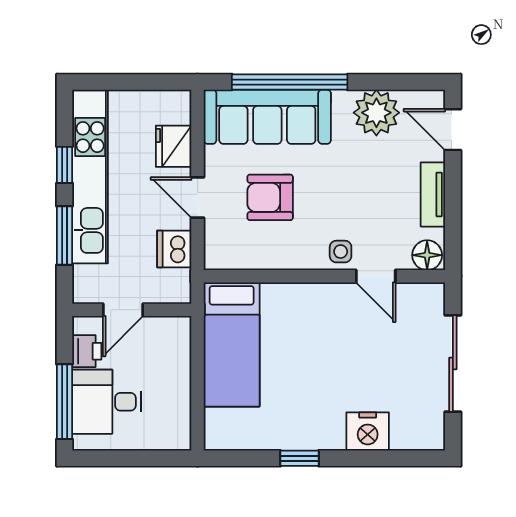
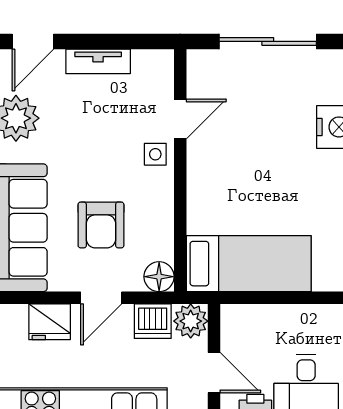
floor lamp: (427, 255) -> (159, 277), moved
plant: (174, 287) -> (191, 321), added

